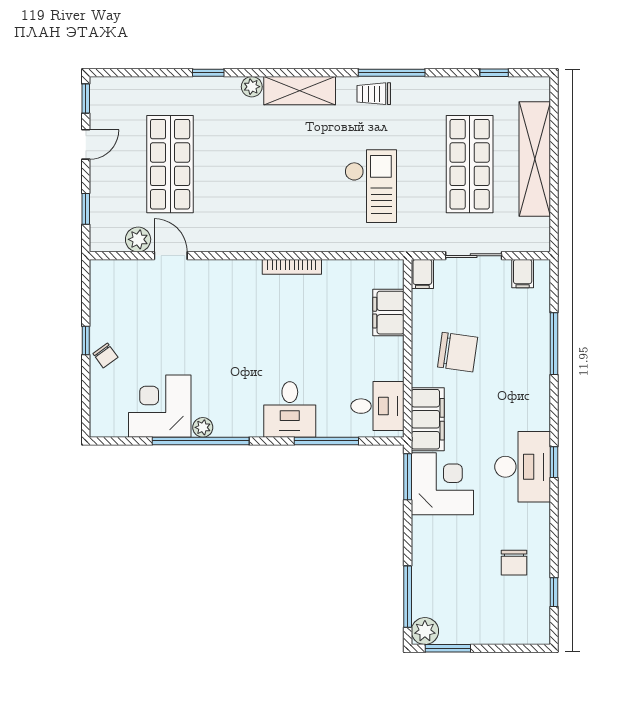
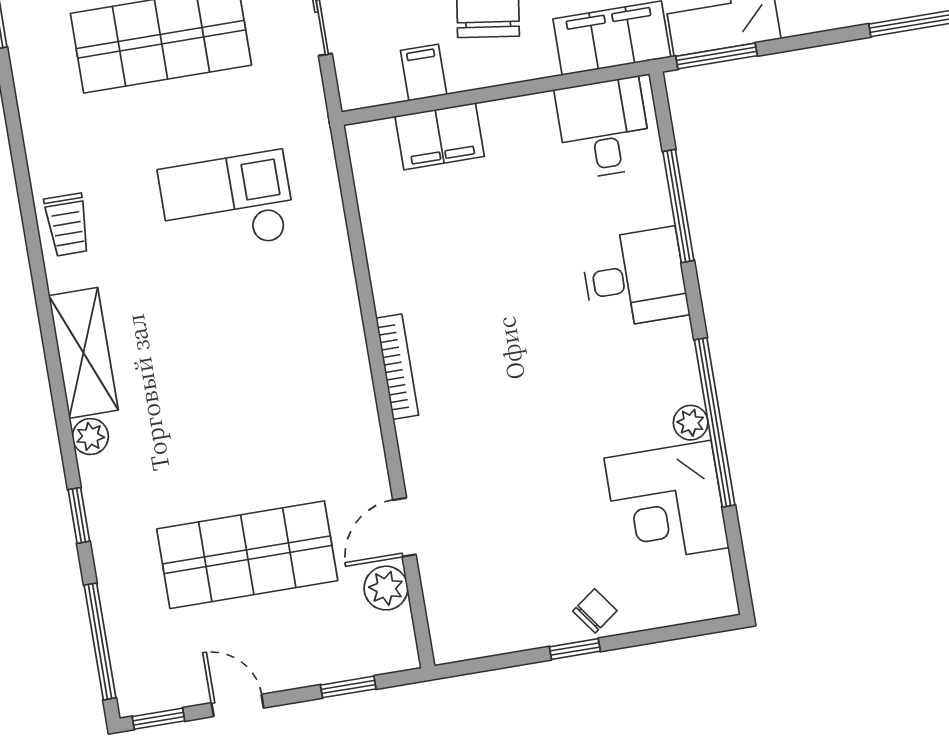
window: (392, 73) -> (100, 641), moved
bookcase: (292, 267) -> (397, 367), moved
filing cabinet: (422, 274) -> (424, 72), moved, turned -90

